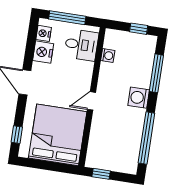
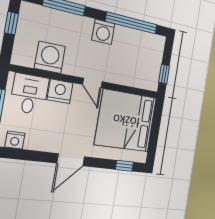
nightstand: (43, 52) -> (60, 91), moved, turned 180
washing machine: (108, 55) -> (50, 57), width x1.89, depth x1.89
washing machine: (139, 98) -> (103, 32), moved

